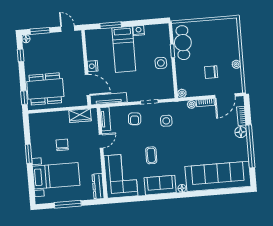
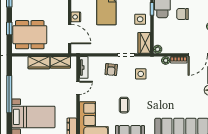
chair: (211, 72) -> (183, 14), moved
wardrobe: (167, 88) -> (144, 43), added
window: (24, 98) -> (9, 29), moved
tv unit: (109, 99) -> (88, 49), removed
wardrobe: (57, 118) -> (39, 63), added
chair: (62, 145) -> (41, 88), removed
window: (29, 154) -> (9, 94), width x2.11

